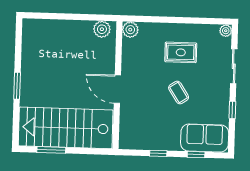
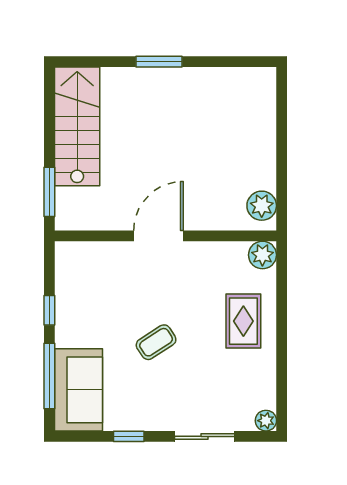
rug: (181, 52) -> (243, 321), moved
stairs: (66, 128) -> (77, 126), width x0.73, depth x0.66
window: (51, 150) -> (49, 192), moved
window: (196, 155) -> (49, 376), width x2.17

